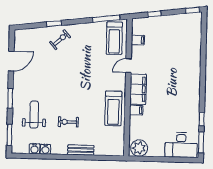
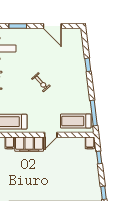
exercise bike: (60, 40) -> (41, 82), moved
filing cabinet: (138, 40) -> (90, 143), moved
door: (128, 66) -> (51, 135), swing flipped

